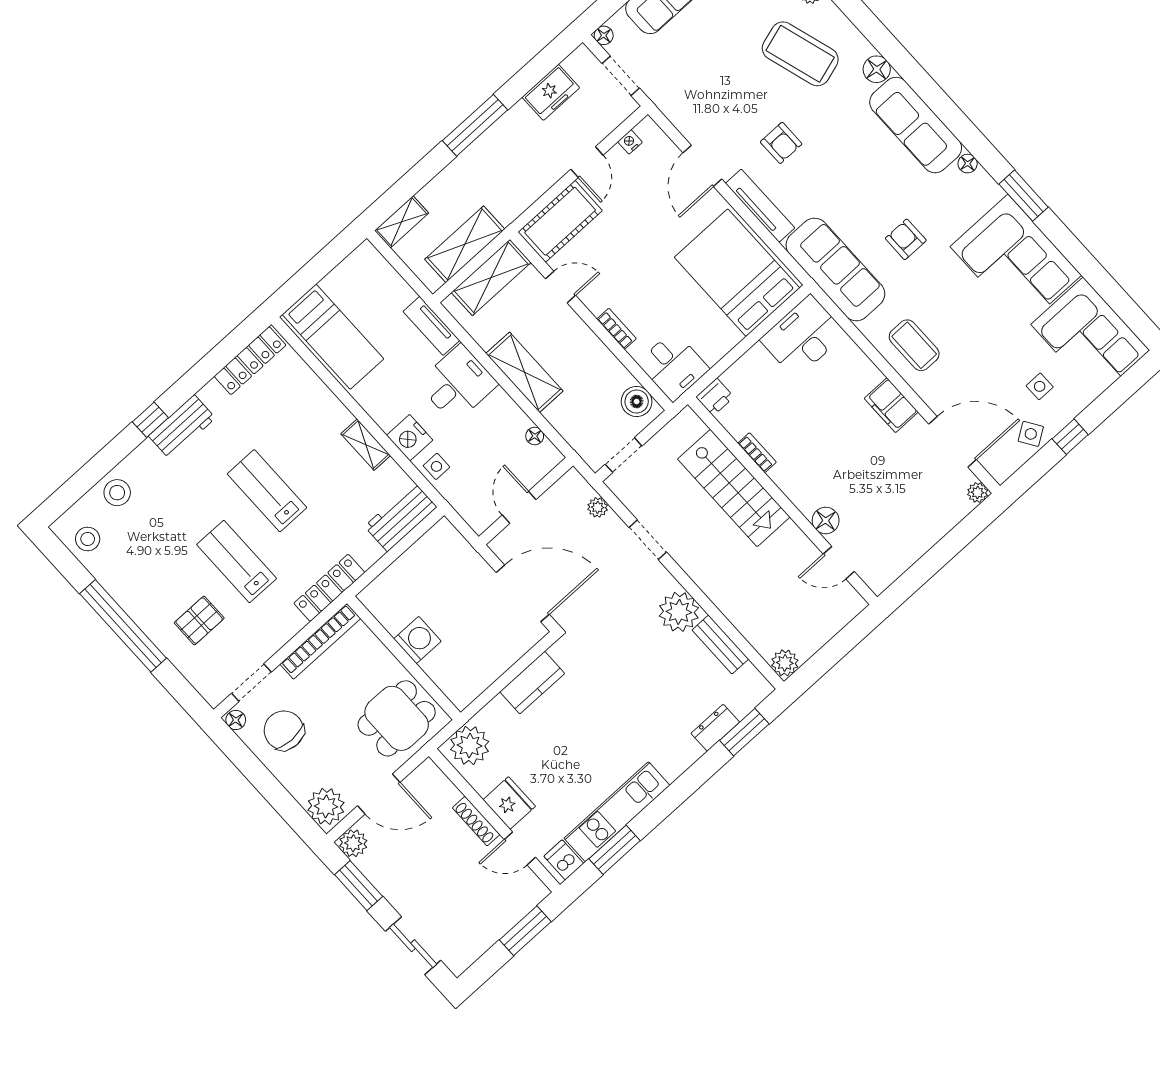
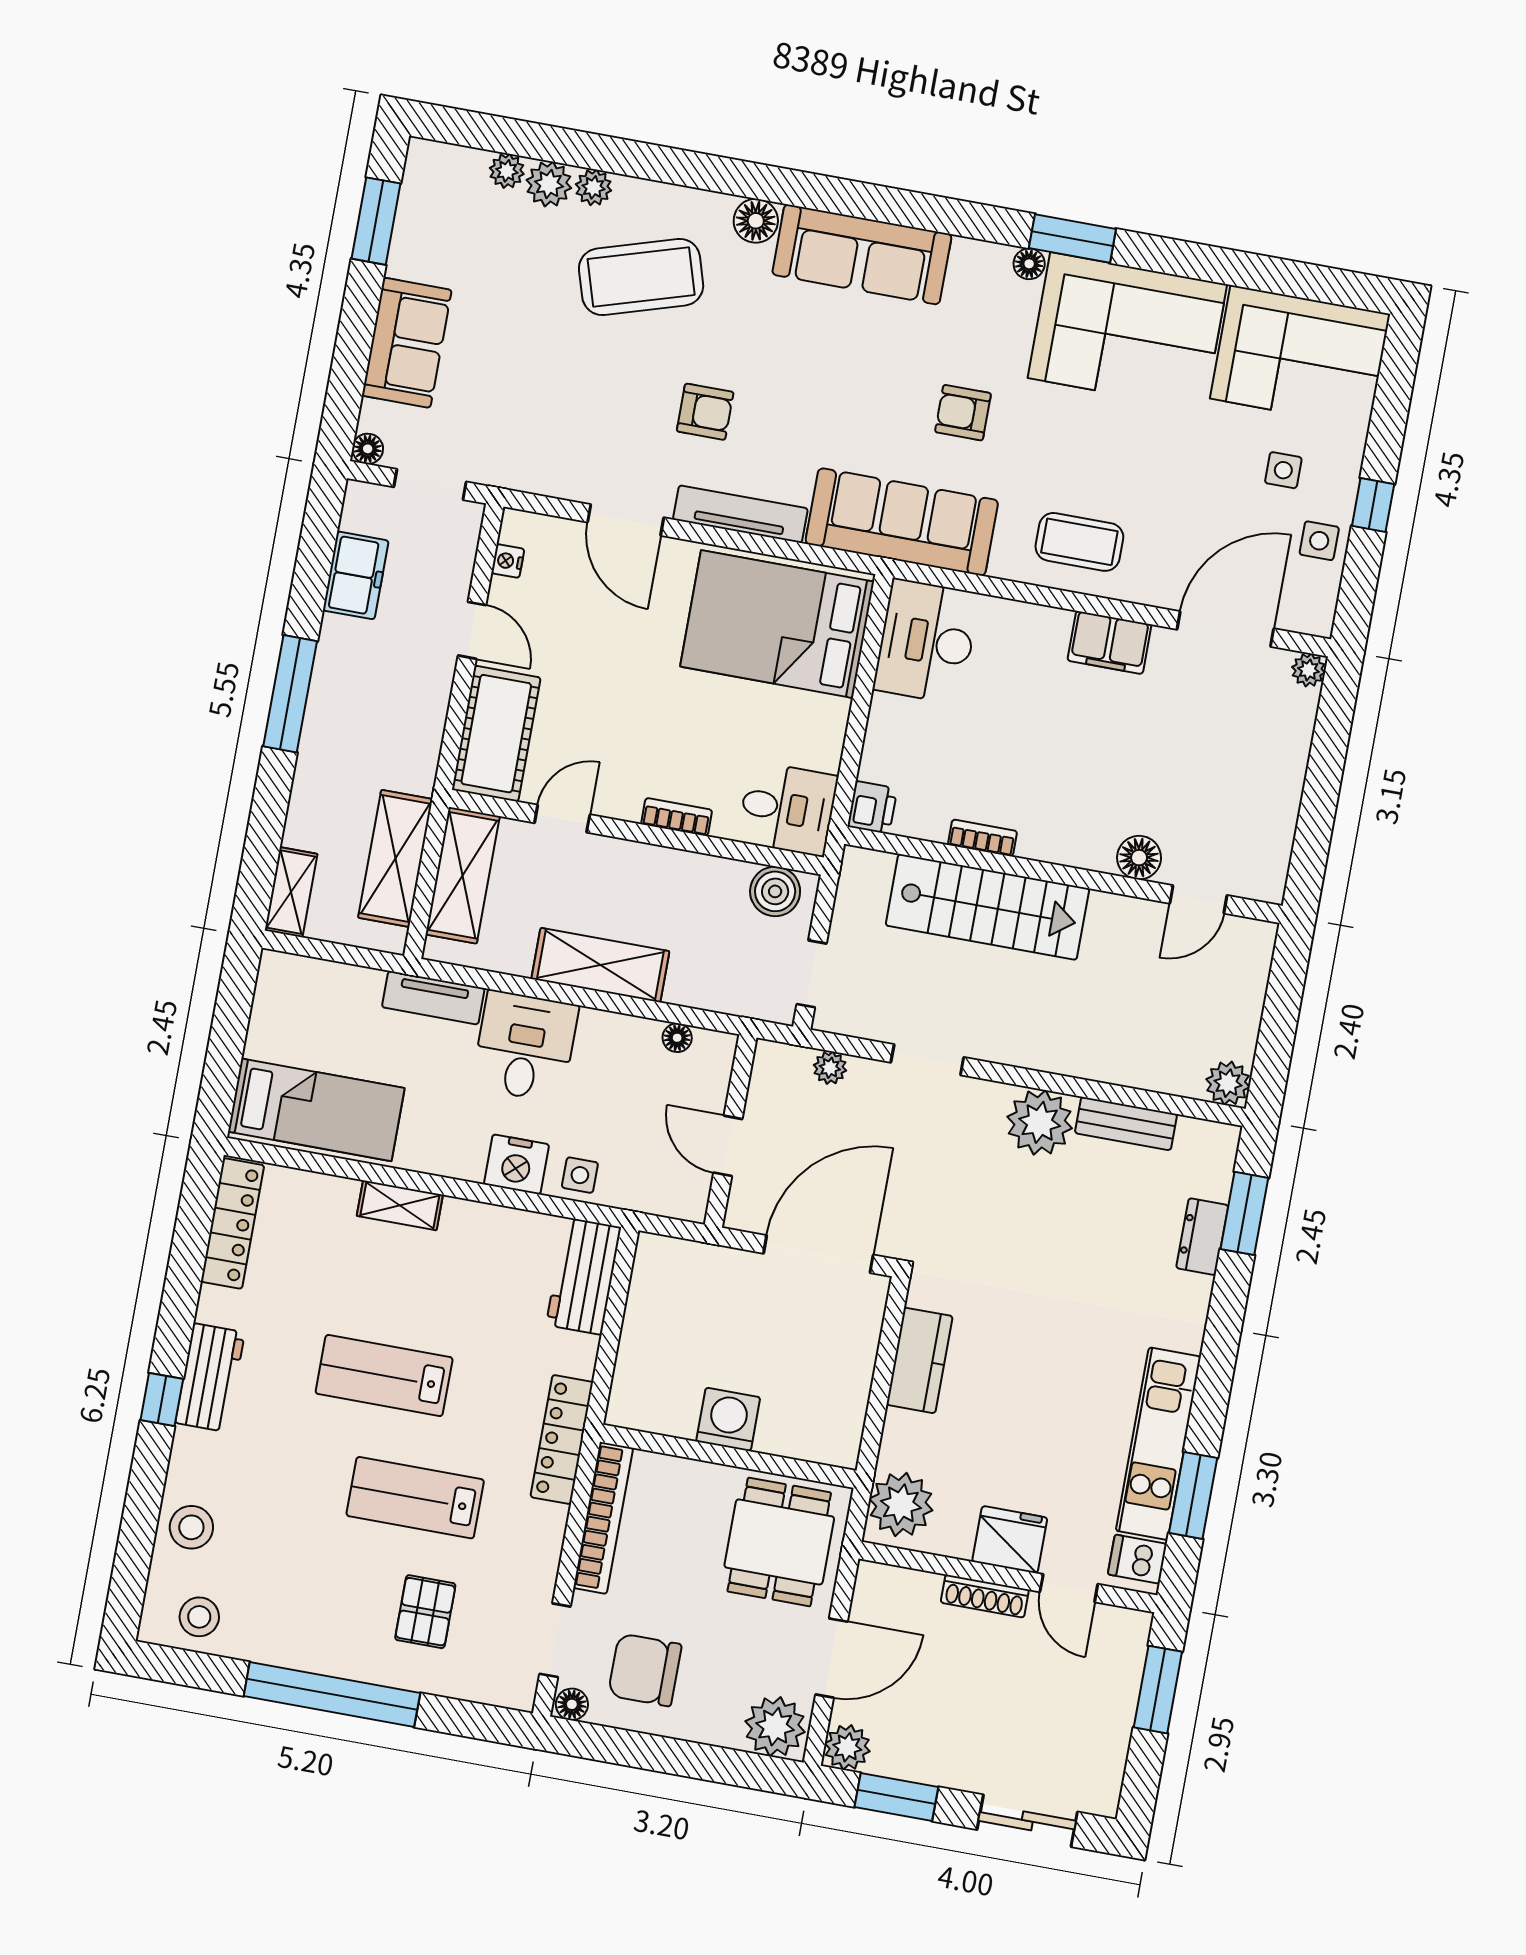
floor lamp: (968, 164) -> (1029, 264), moved
side table: (1031, 434) -> (1319, 541), turned 33
shelving: (366, 445) -> (400, 1205), moved
door: (520, 848) -> (1069, 1588), hinge flipped

